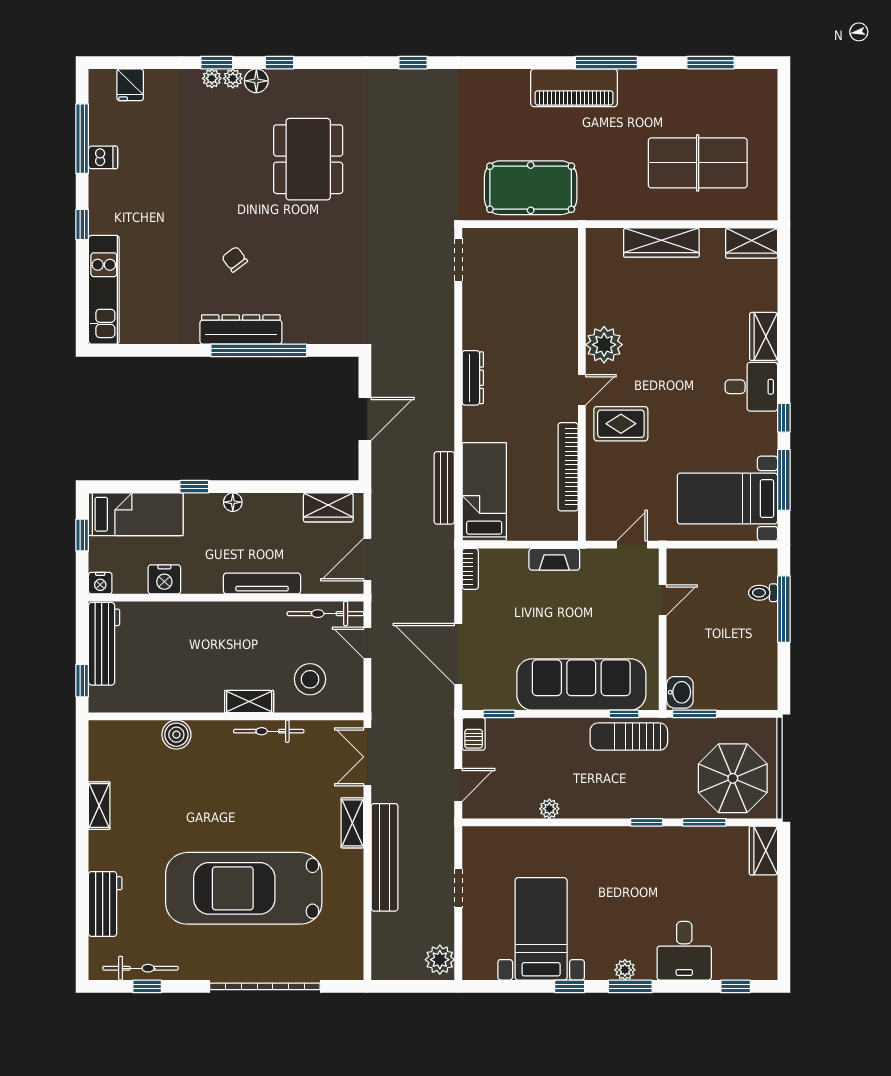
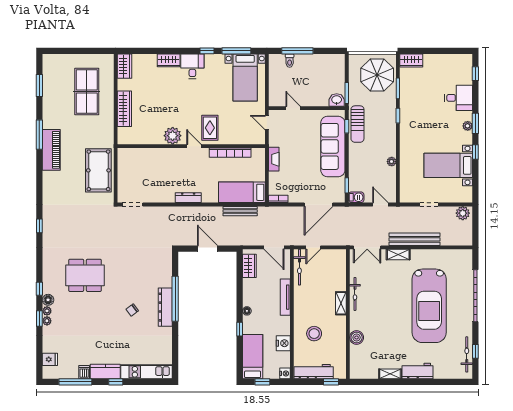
kitchen counter: (104, 202) -> (105, 372), added
stool: (310, 679) -> (314, 334), moved
workbench: (105, 904) -> (418, 371), moved

